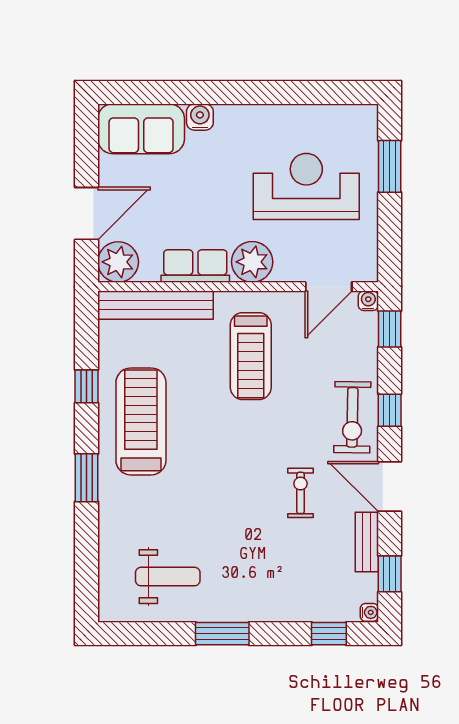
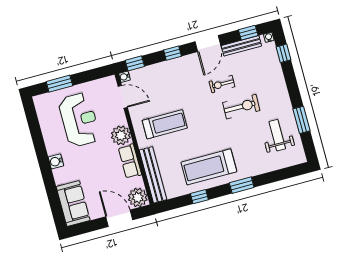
water cooler: (200, 117) -> (56, 161), moved
reception desk: (306, 186) -> (79, 120), turned 180
exercise bike: (352, 417) -> (241, 107), moved
bench: (367, 542) -> (241, 46), width x1.36
window: (222, 634) -> (302, 120), moved

